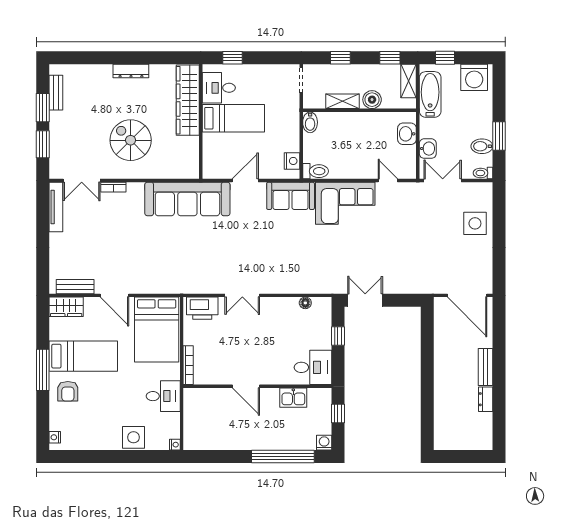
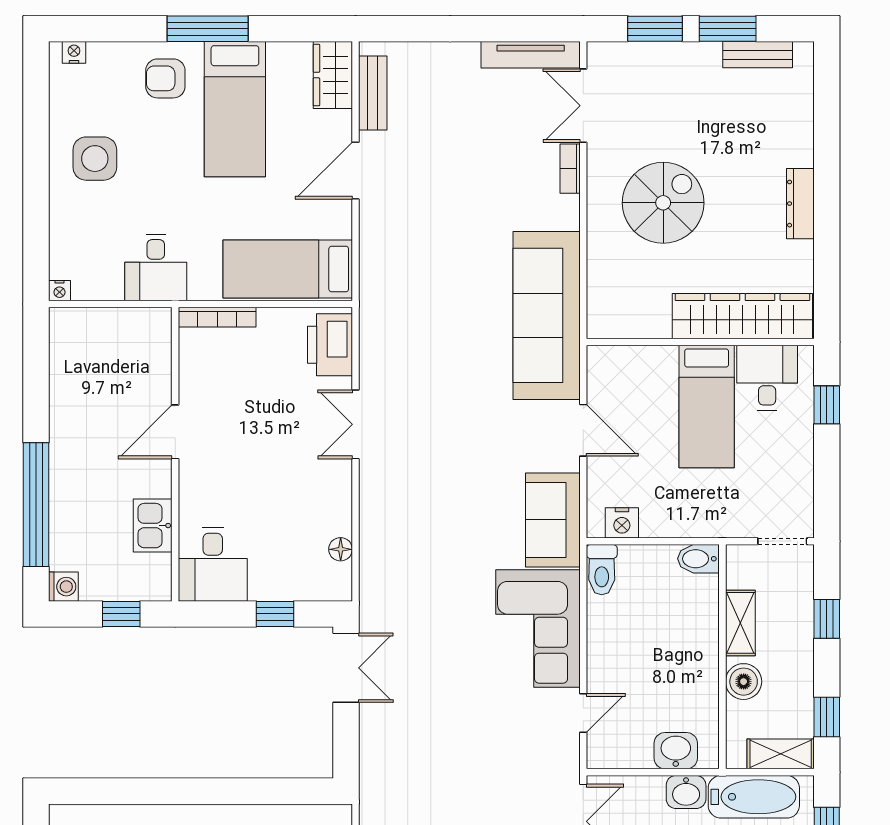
washbasin: (428, 149) -> (686, 792), moved
bed: (157, 330) -> (288, 269), width x0.67
side table: (133, 437) -> (95, 159), moved

